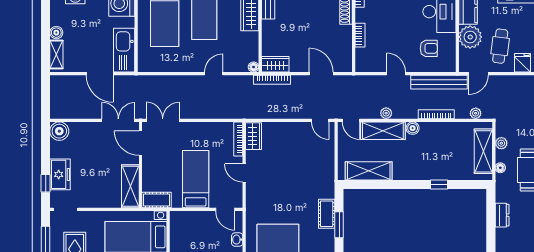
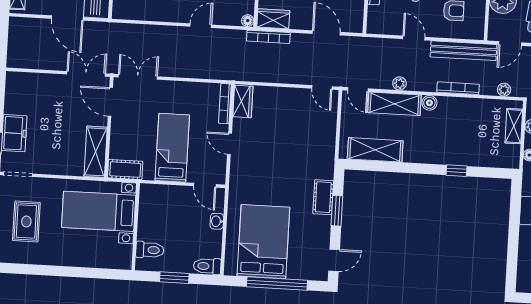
boiler: (59, 131) -> (16, 82), removed
shelving: (483, 151) -> (514, 126), width x0.67, depth x0.75

